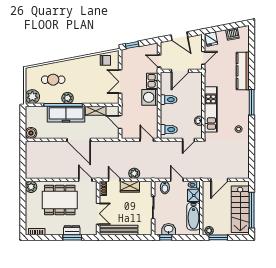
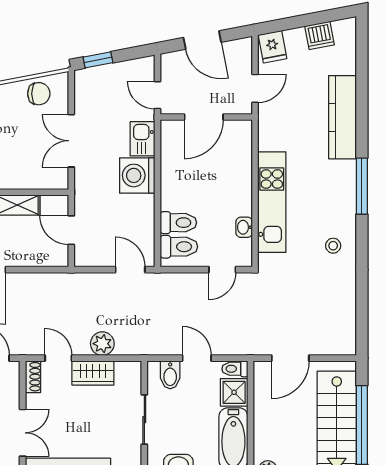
toilet: (169, 100) -> (178, 223), moved

